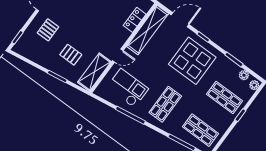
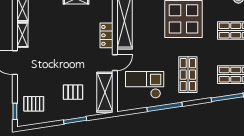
locker: (135, 20) -> (107, 35), moved
pallet: (48, 30) -> (34, 104), moved, turned 90

